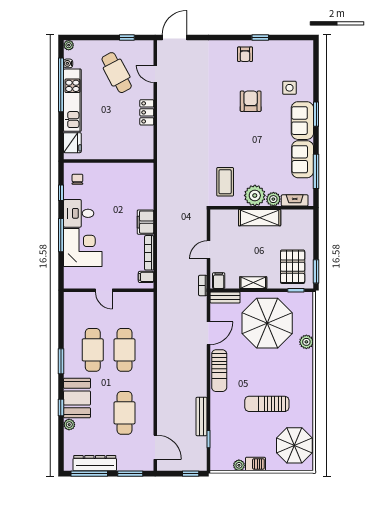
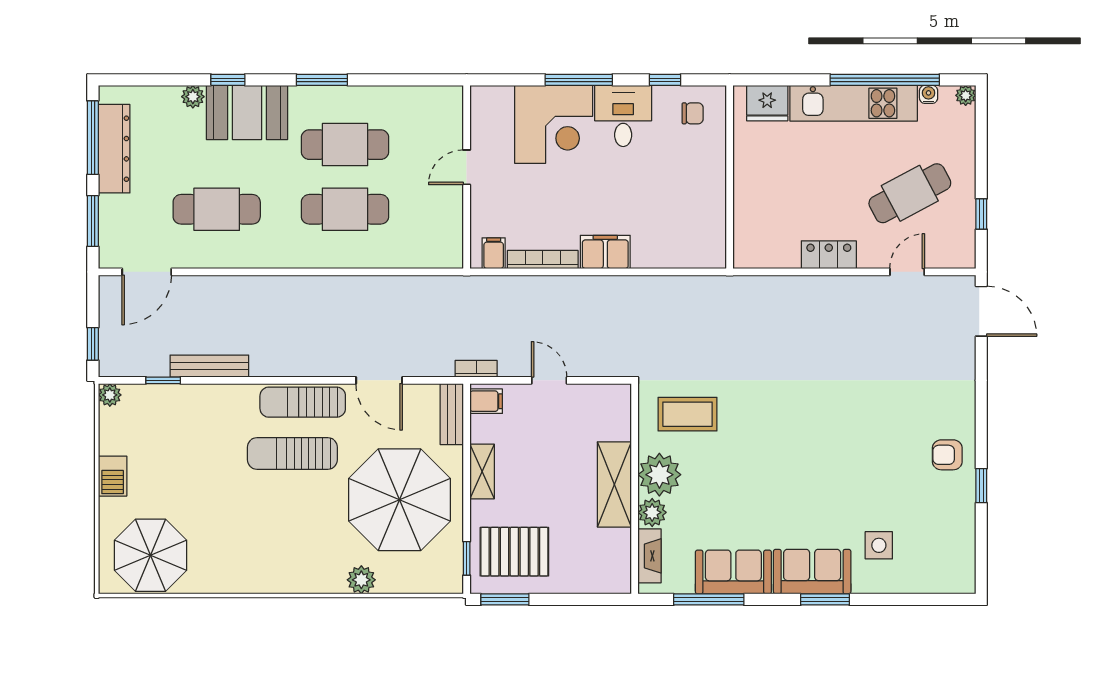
armchair: (251, 101) -> (852, 466), removed
sun lounger: (267, 404) -> (292, 453), moved, turned -90
plant: (239, 465) -> (110, 395), moved

